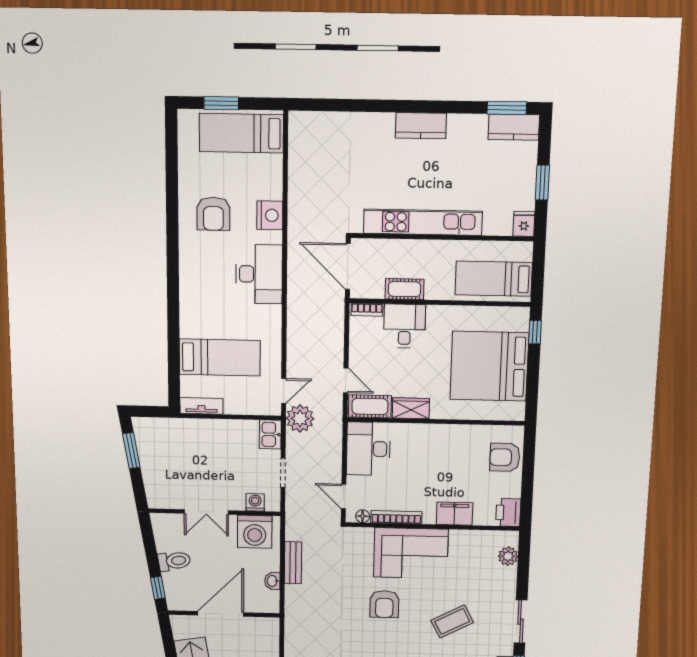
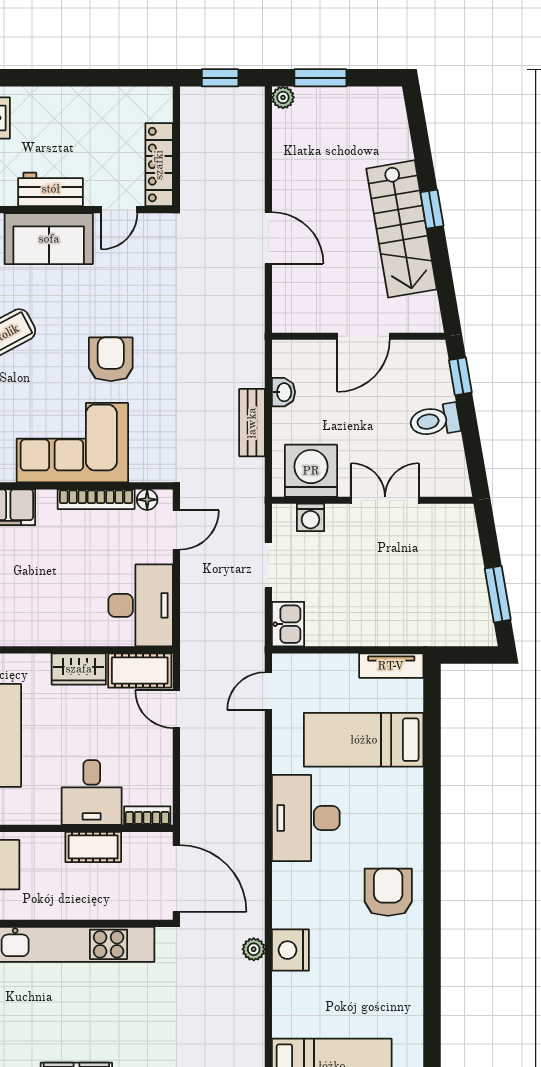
armchair: (213, 214) -> (388, 892), moved
desk: (259, 274) -> (306, 818), moved
plant: (300, 418) -> (254, 949), moved, width x0.53, depth x0.53
door: (344, 497) -> (176, 530), hinge flipped
door: (221, 614) -> (364, 336), width x0.73

